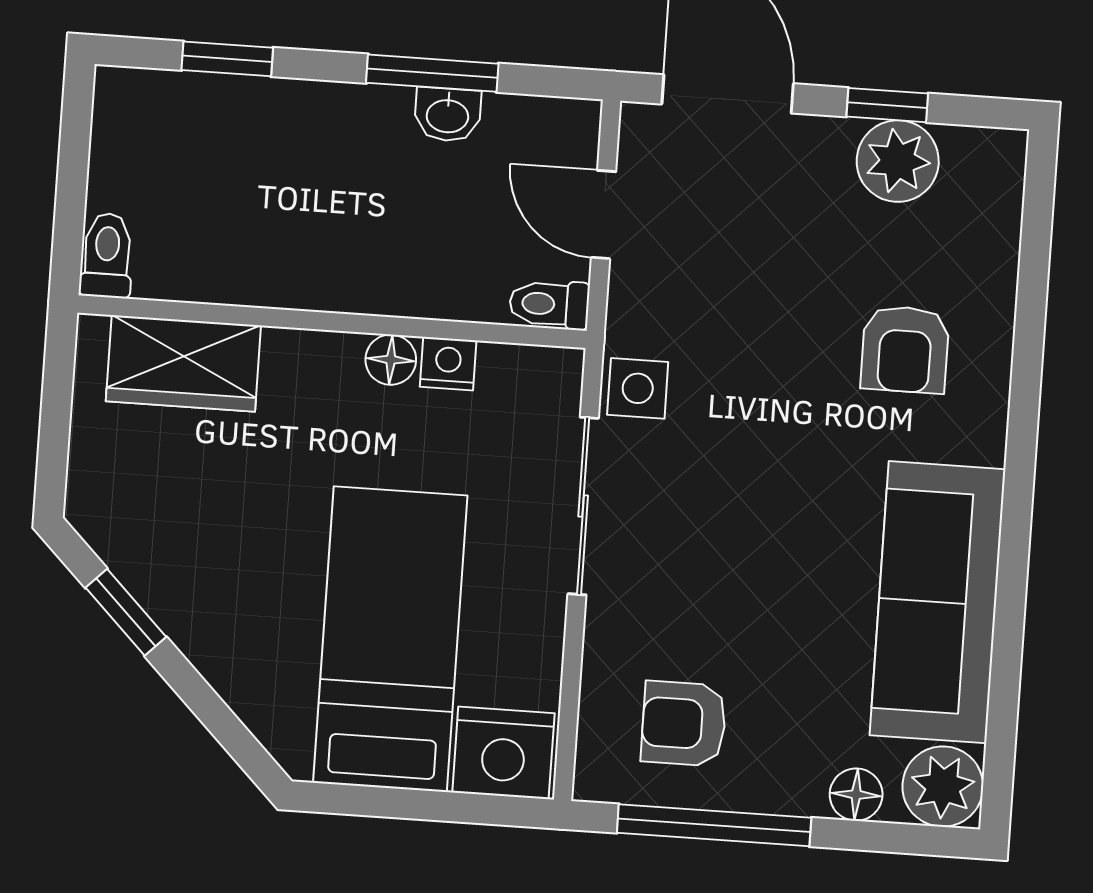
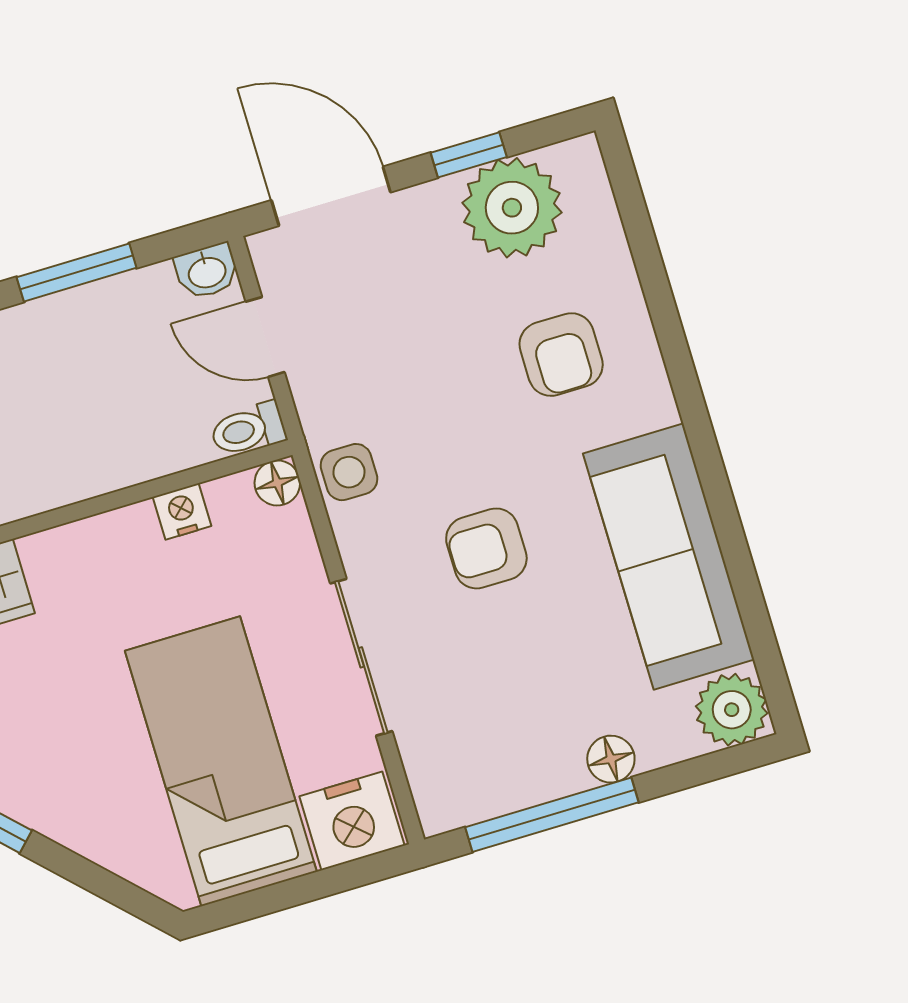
washbasin: (448, 115) -> (207, 271), moved
plant: (898, 161) -> (512, 208), width x1.36, depth x1.36
floor lamp: (391, 360) -> (277, 483), moved
sliding door: (583, 506) -> (361, 657), moved
armchair: (684, 724) -> (486, 548), moved
floor lamp: (856, 795) -> (611, 759), moved

